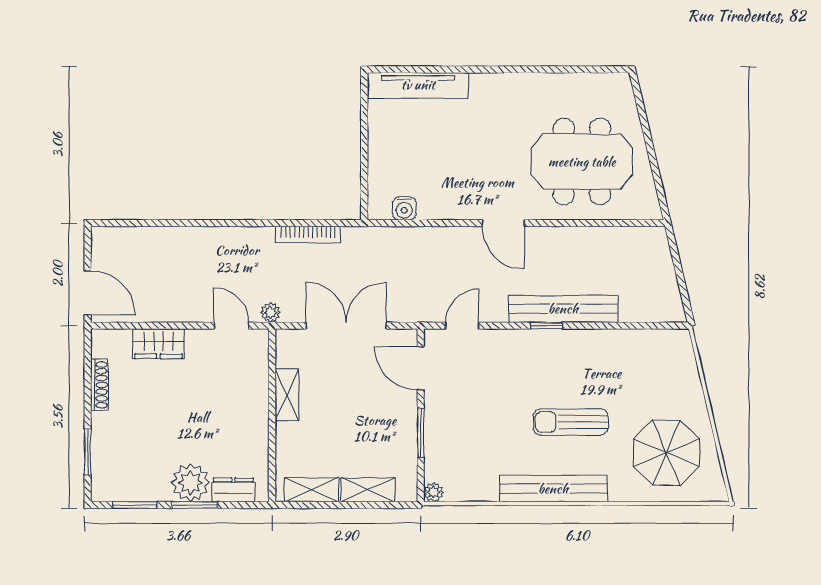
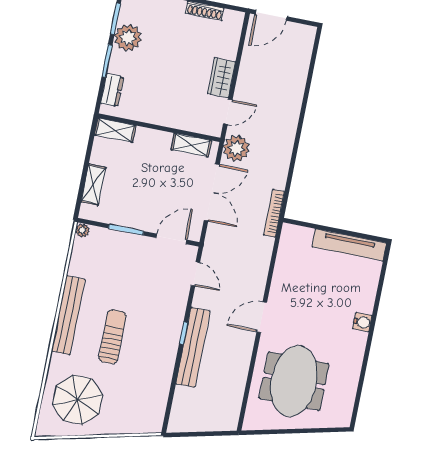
tv unit: (418, 85) -> (349, 245), moved, turned -90
water cooler: (404, 208) -> (362, 322), moved, turned 180
bookcase: (308, 235) -> (274, 213), moved
plant: (270, 313) -> (236, 148), width x1.87, depth x1.87
wardrobe: (159, 344) -> (221, 78), moved
shelving: (287, 395) -> (191, 145), moved
plant: (190, 483) -> (128, 38), moved
shelving: (312, 490) -> (115, 130), moved, turned 90

